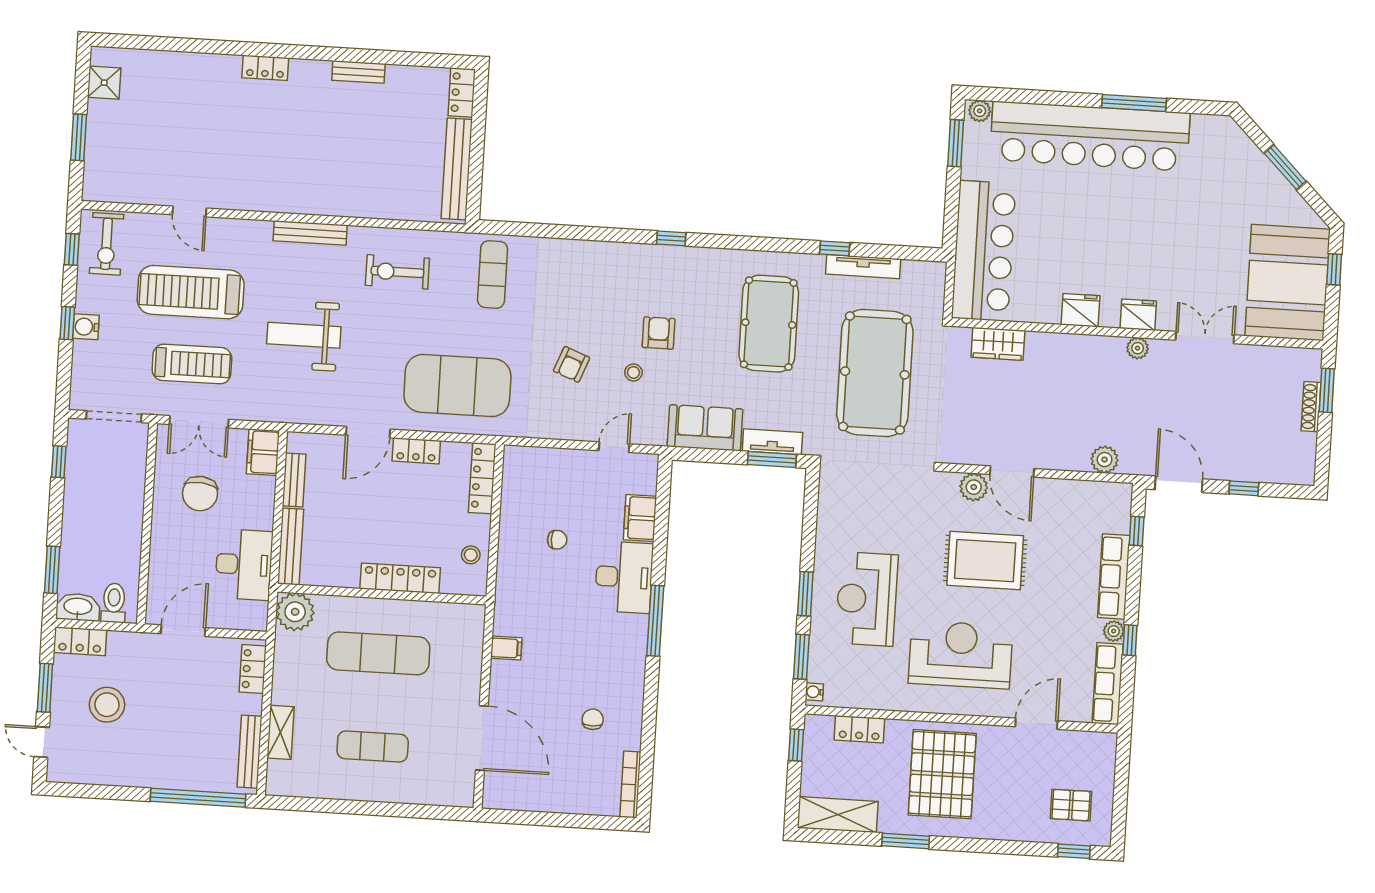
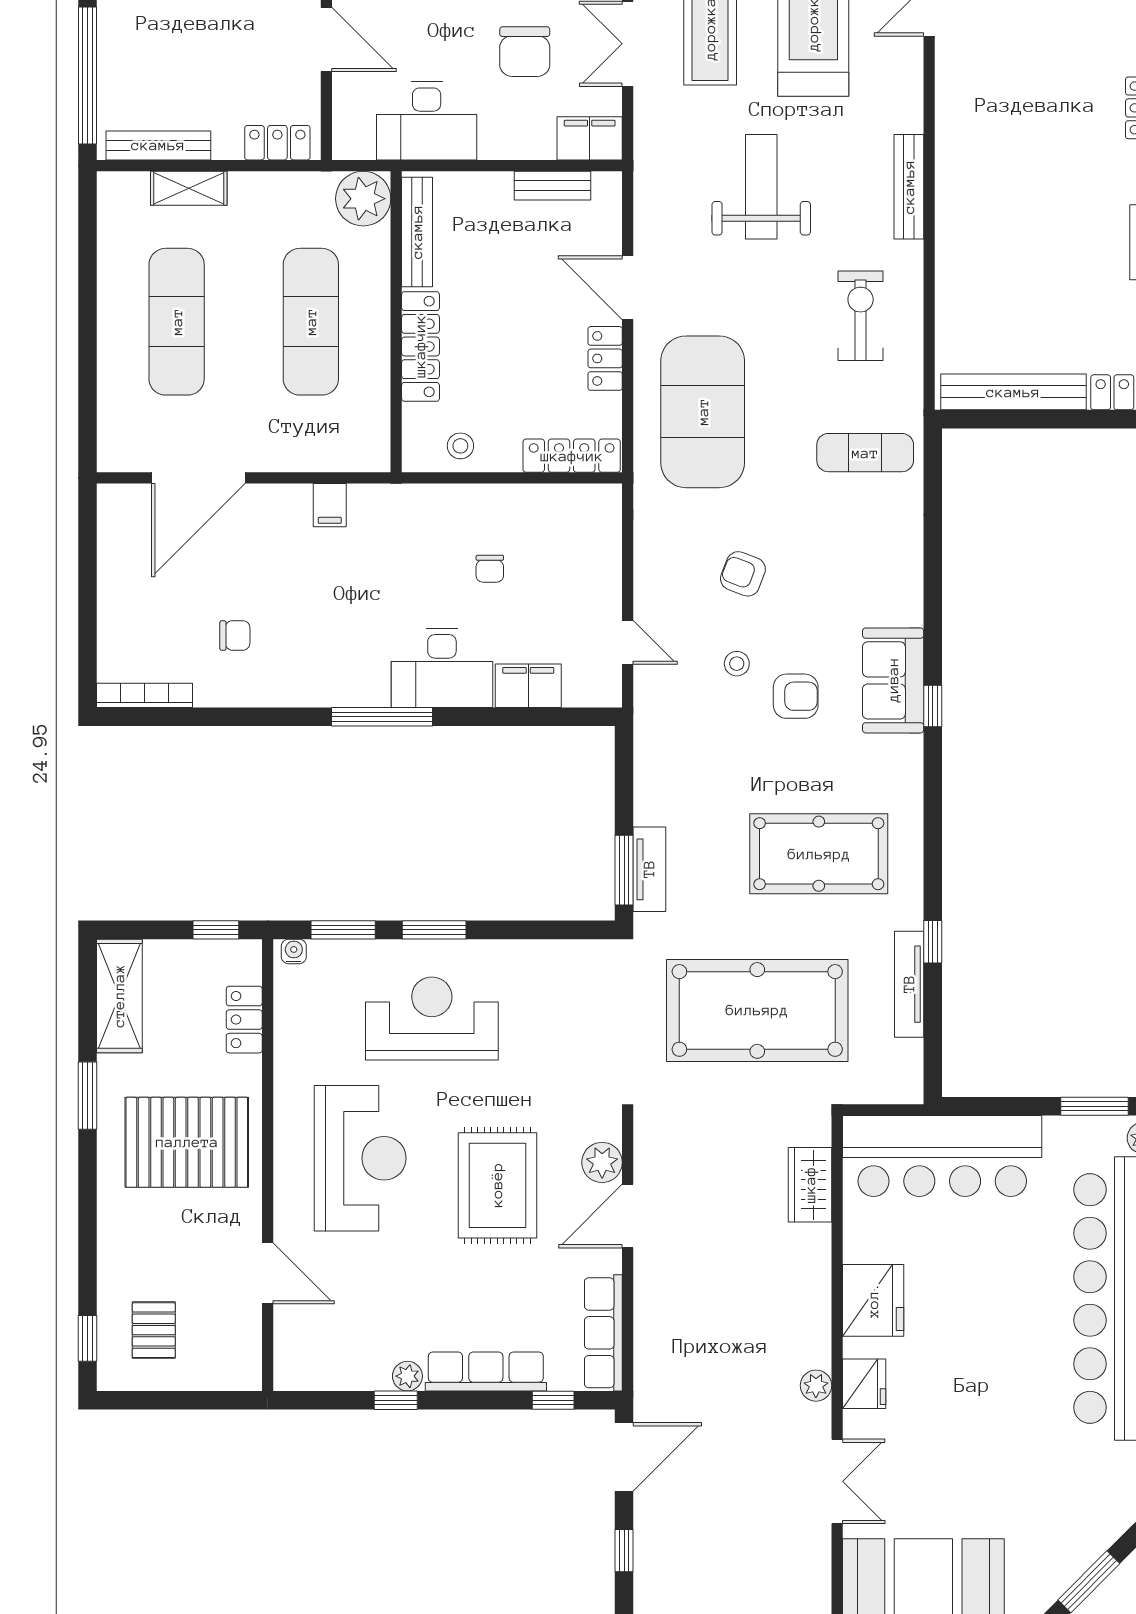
fridge: (1080, 310) -> (873, 1300), width x1.36, depth x1.34
sofa: (705, 428) -> (893, 680), moved, turned 180
plant: (1105, 460) -> (653, 1348), removed
chair: (200, 494) -> (525, 52), turned -95
bench: (291, 547) -> (417, 232), moved, turned 90
row of seats: (1108, 684) -> (603, 1333), moved, turned -90
exercise mat: (373, 746) -> (177, 322), width x1.36, depth x1.45

